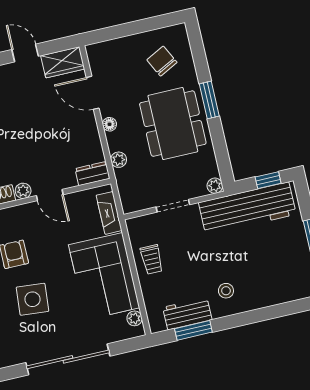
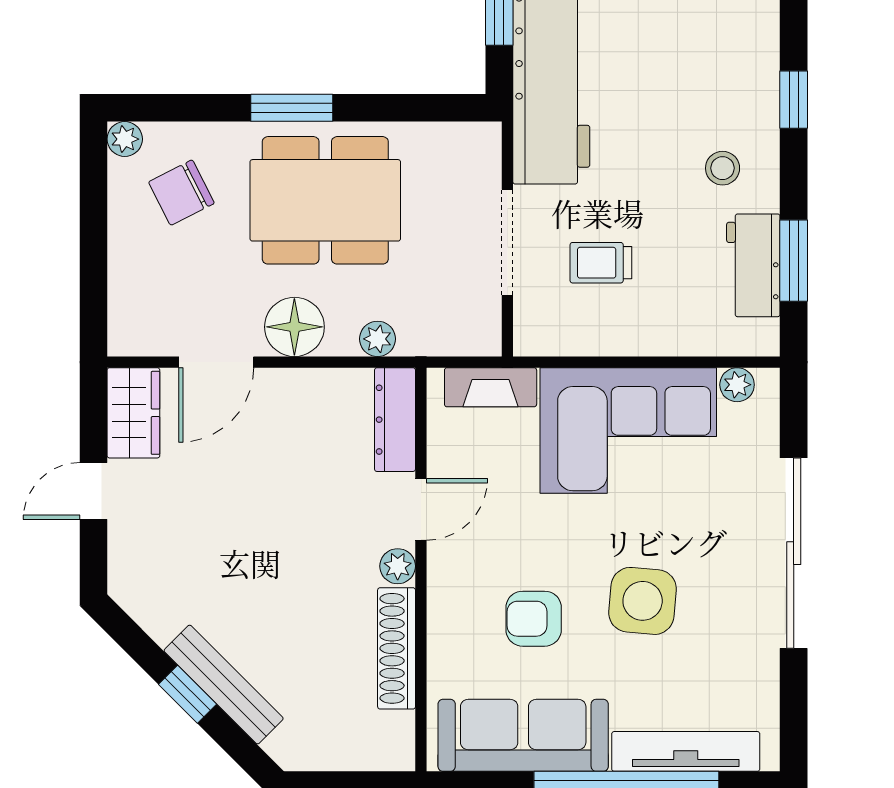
floor lamp: (109, 124) -> (294, 327), width x1.89, depth x1.89
dresser: (92, 174) -> (395, 420), width x1.44
plant: (215, 186) -> (125, 139), moved
doorway: (173, 206) -> (507, 242), width x1.38
trolley: (152, 259) -> (601, 263), moved, turned 180
window: (262, 314) -> (794, 100), added

